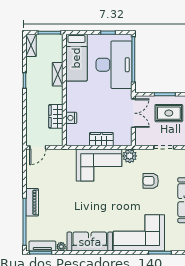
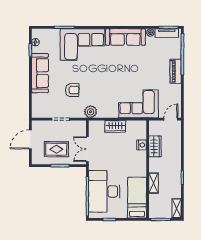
corner sofa: (99, 165) -> (138, 104), moved

